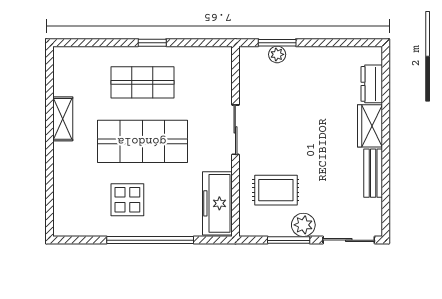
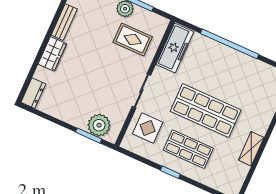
plant: (277, 54) -> (99, 125), width x1.88, depth x1.88
dresser: (372, 84) -> (33, 93), moved
display table: (127, 200) -> (148, 128), moved

